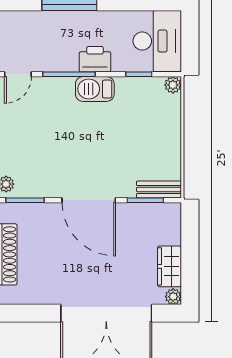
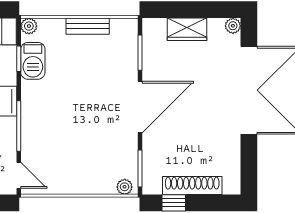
barbecue: (95, 89) -> (33, 61), moved
bench: (159, 189) -> (88, 26), moved, turned 90
wardrobe: (169, 266) -> (187, 29), moved

